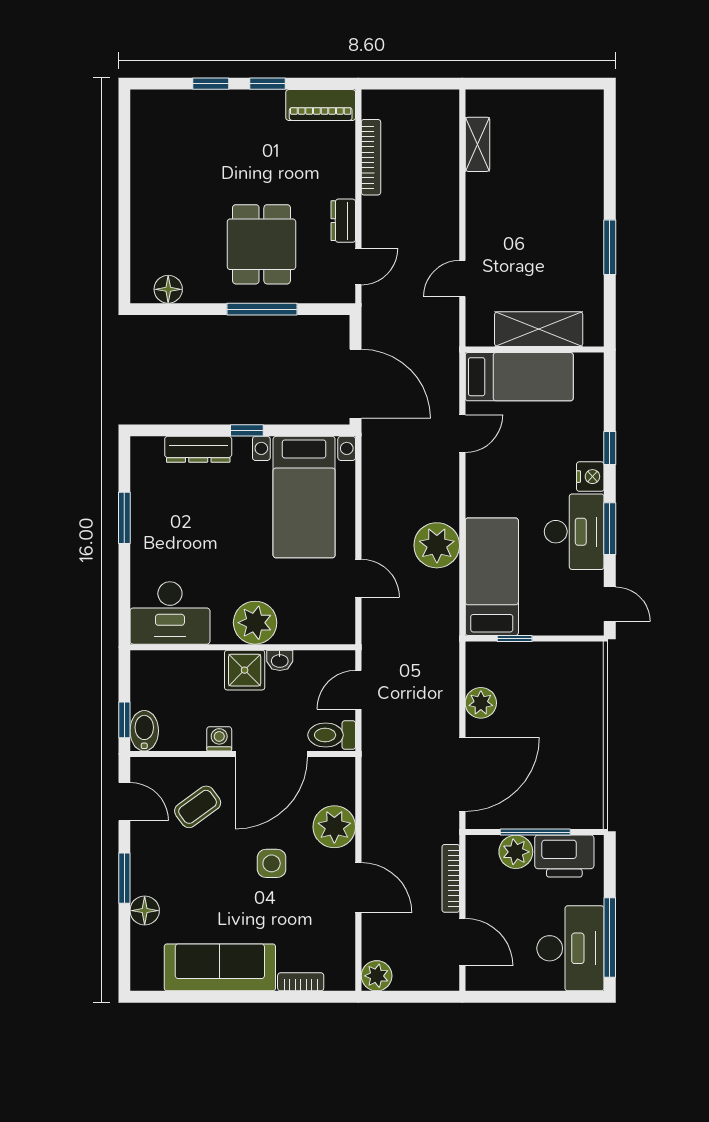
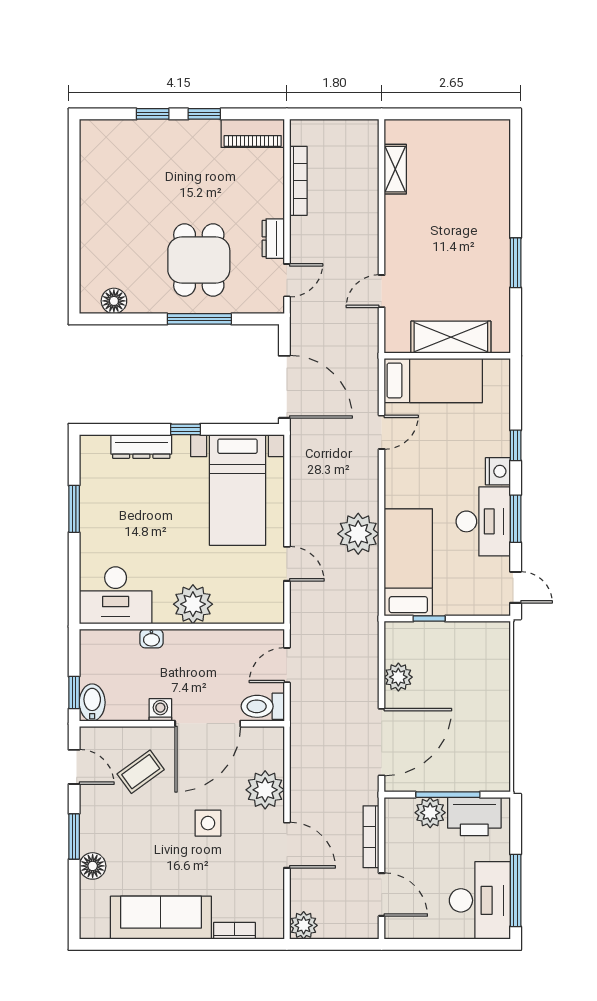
washbasin: (280, 660) -> (151, 638), moved
shower: (245, 670) -> (183, 647), removed

